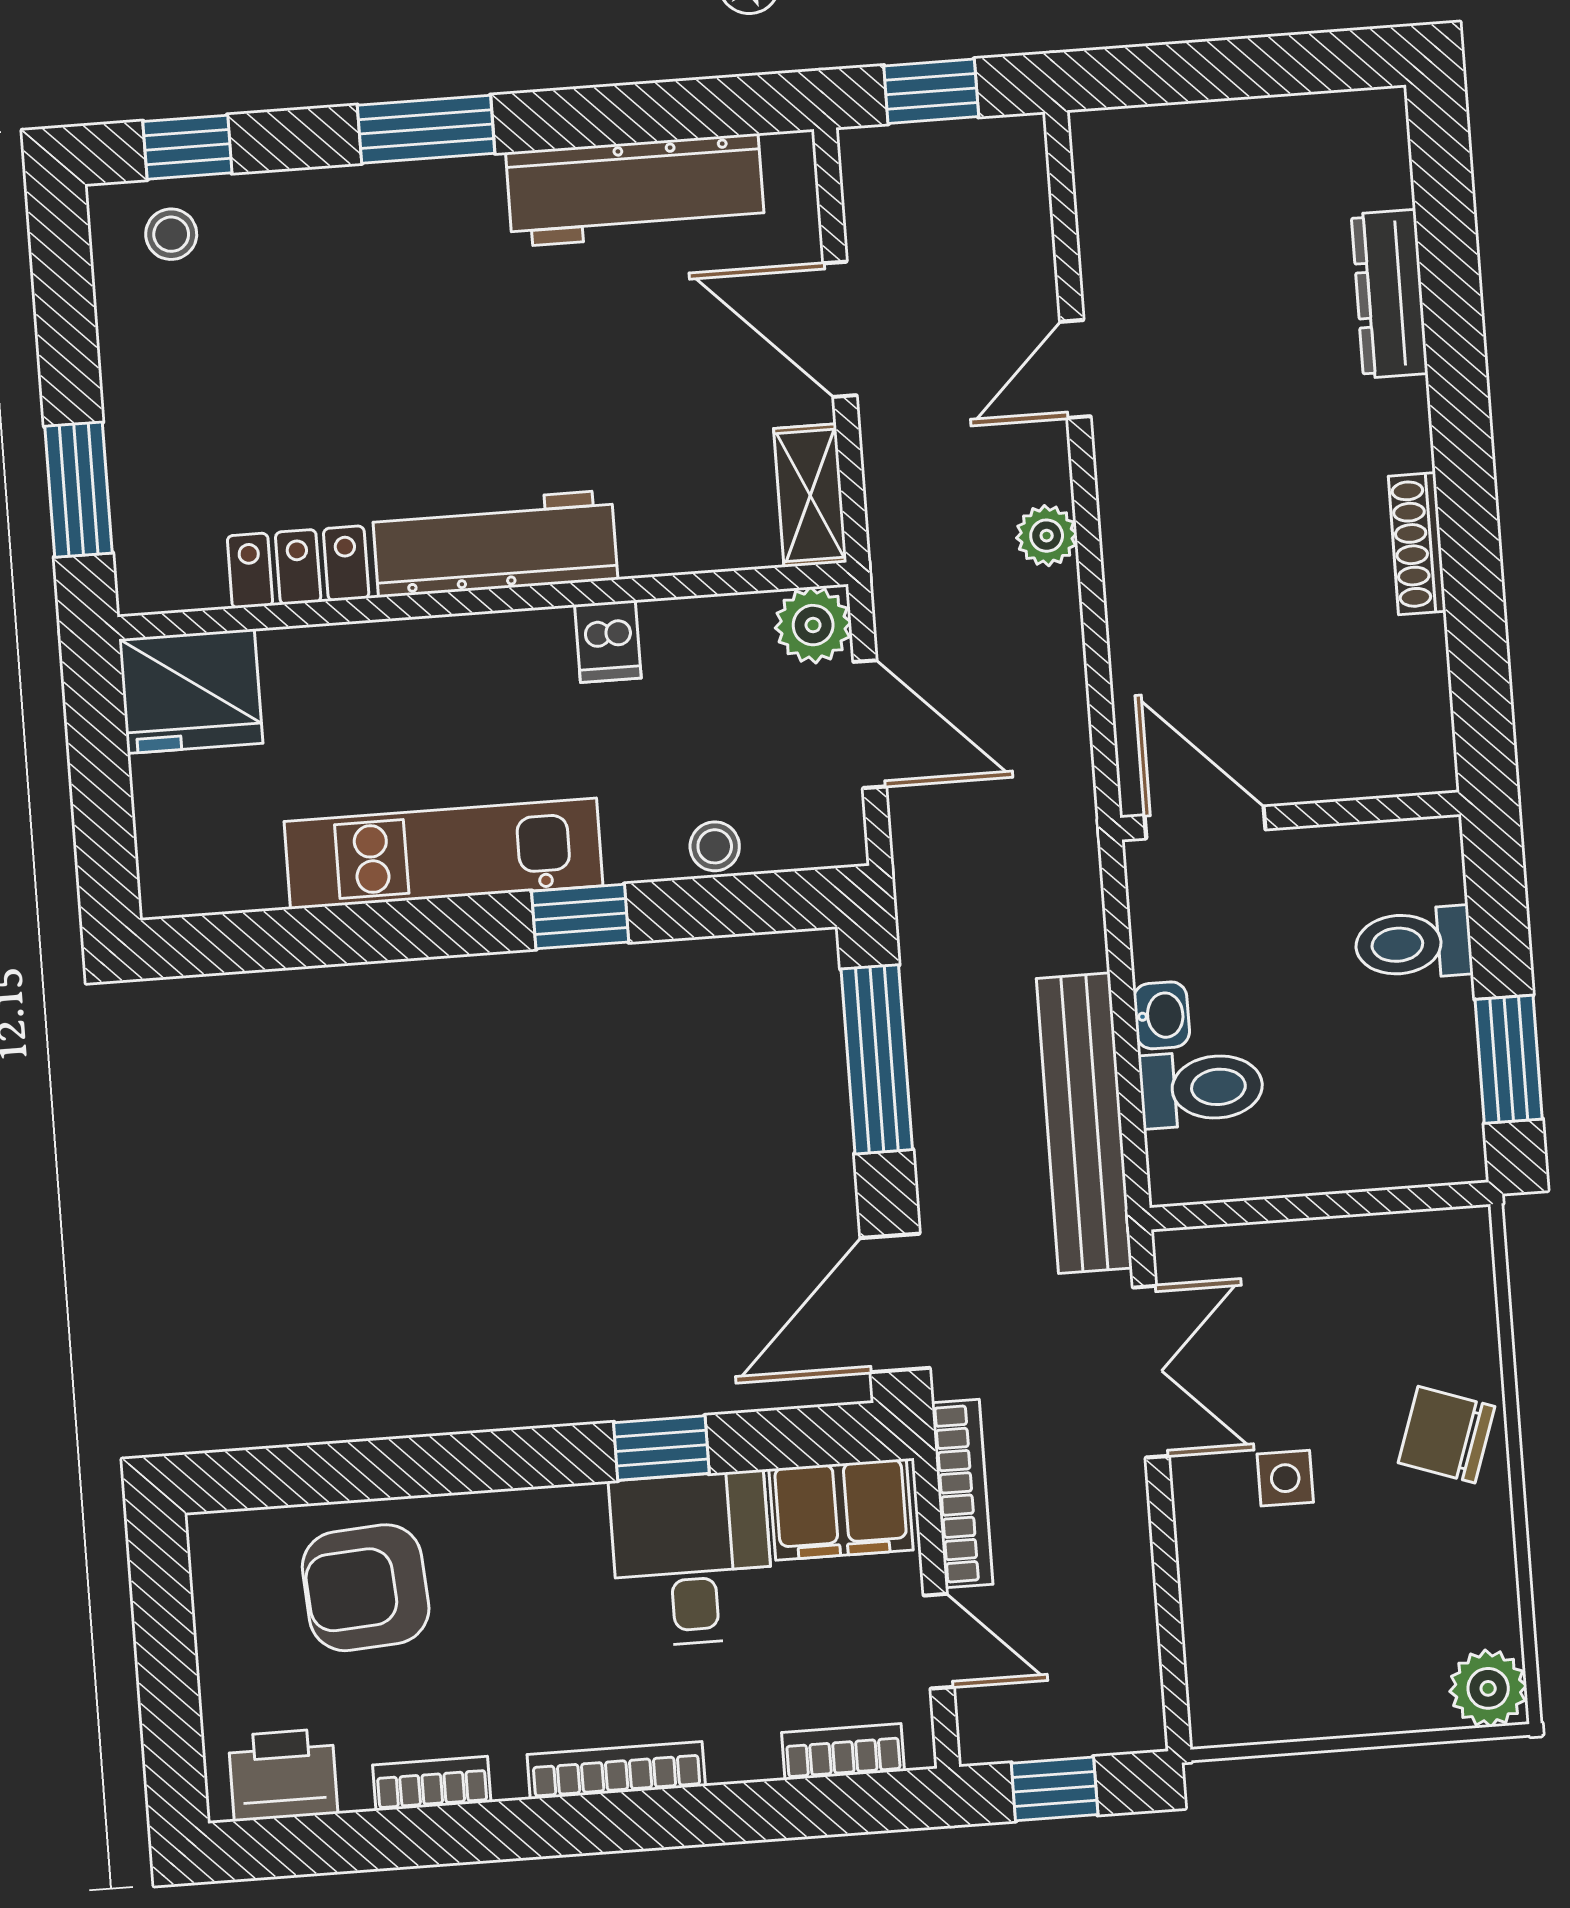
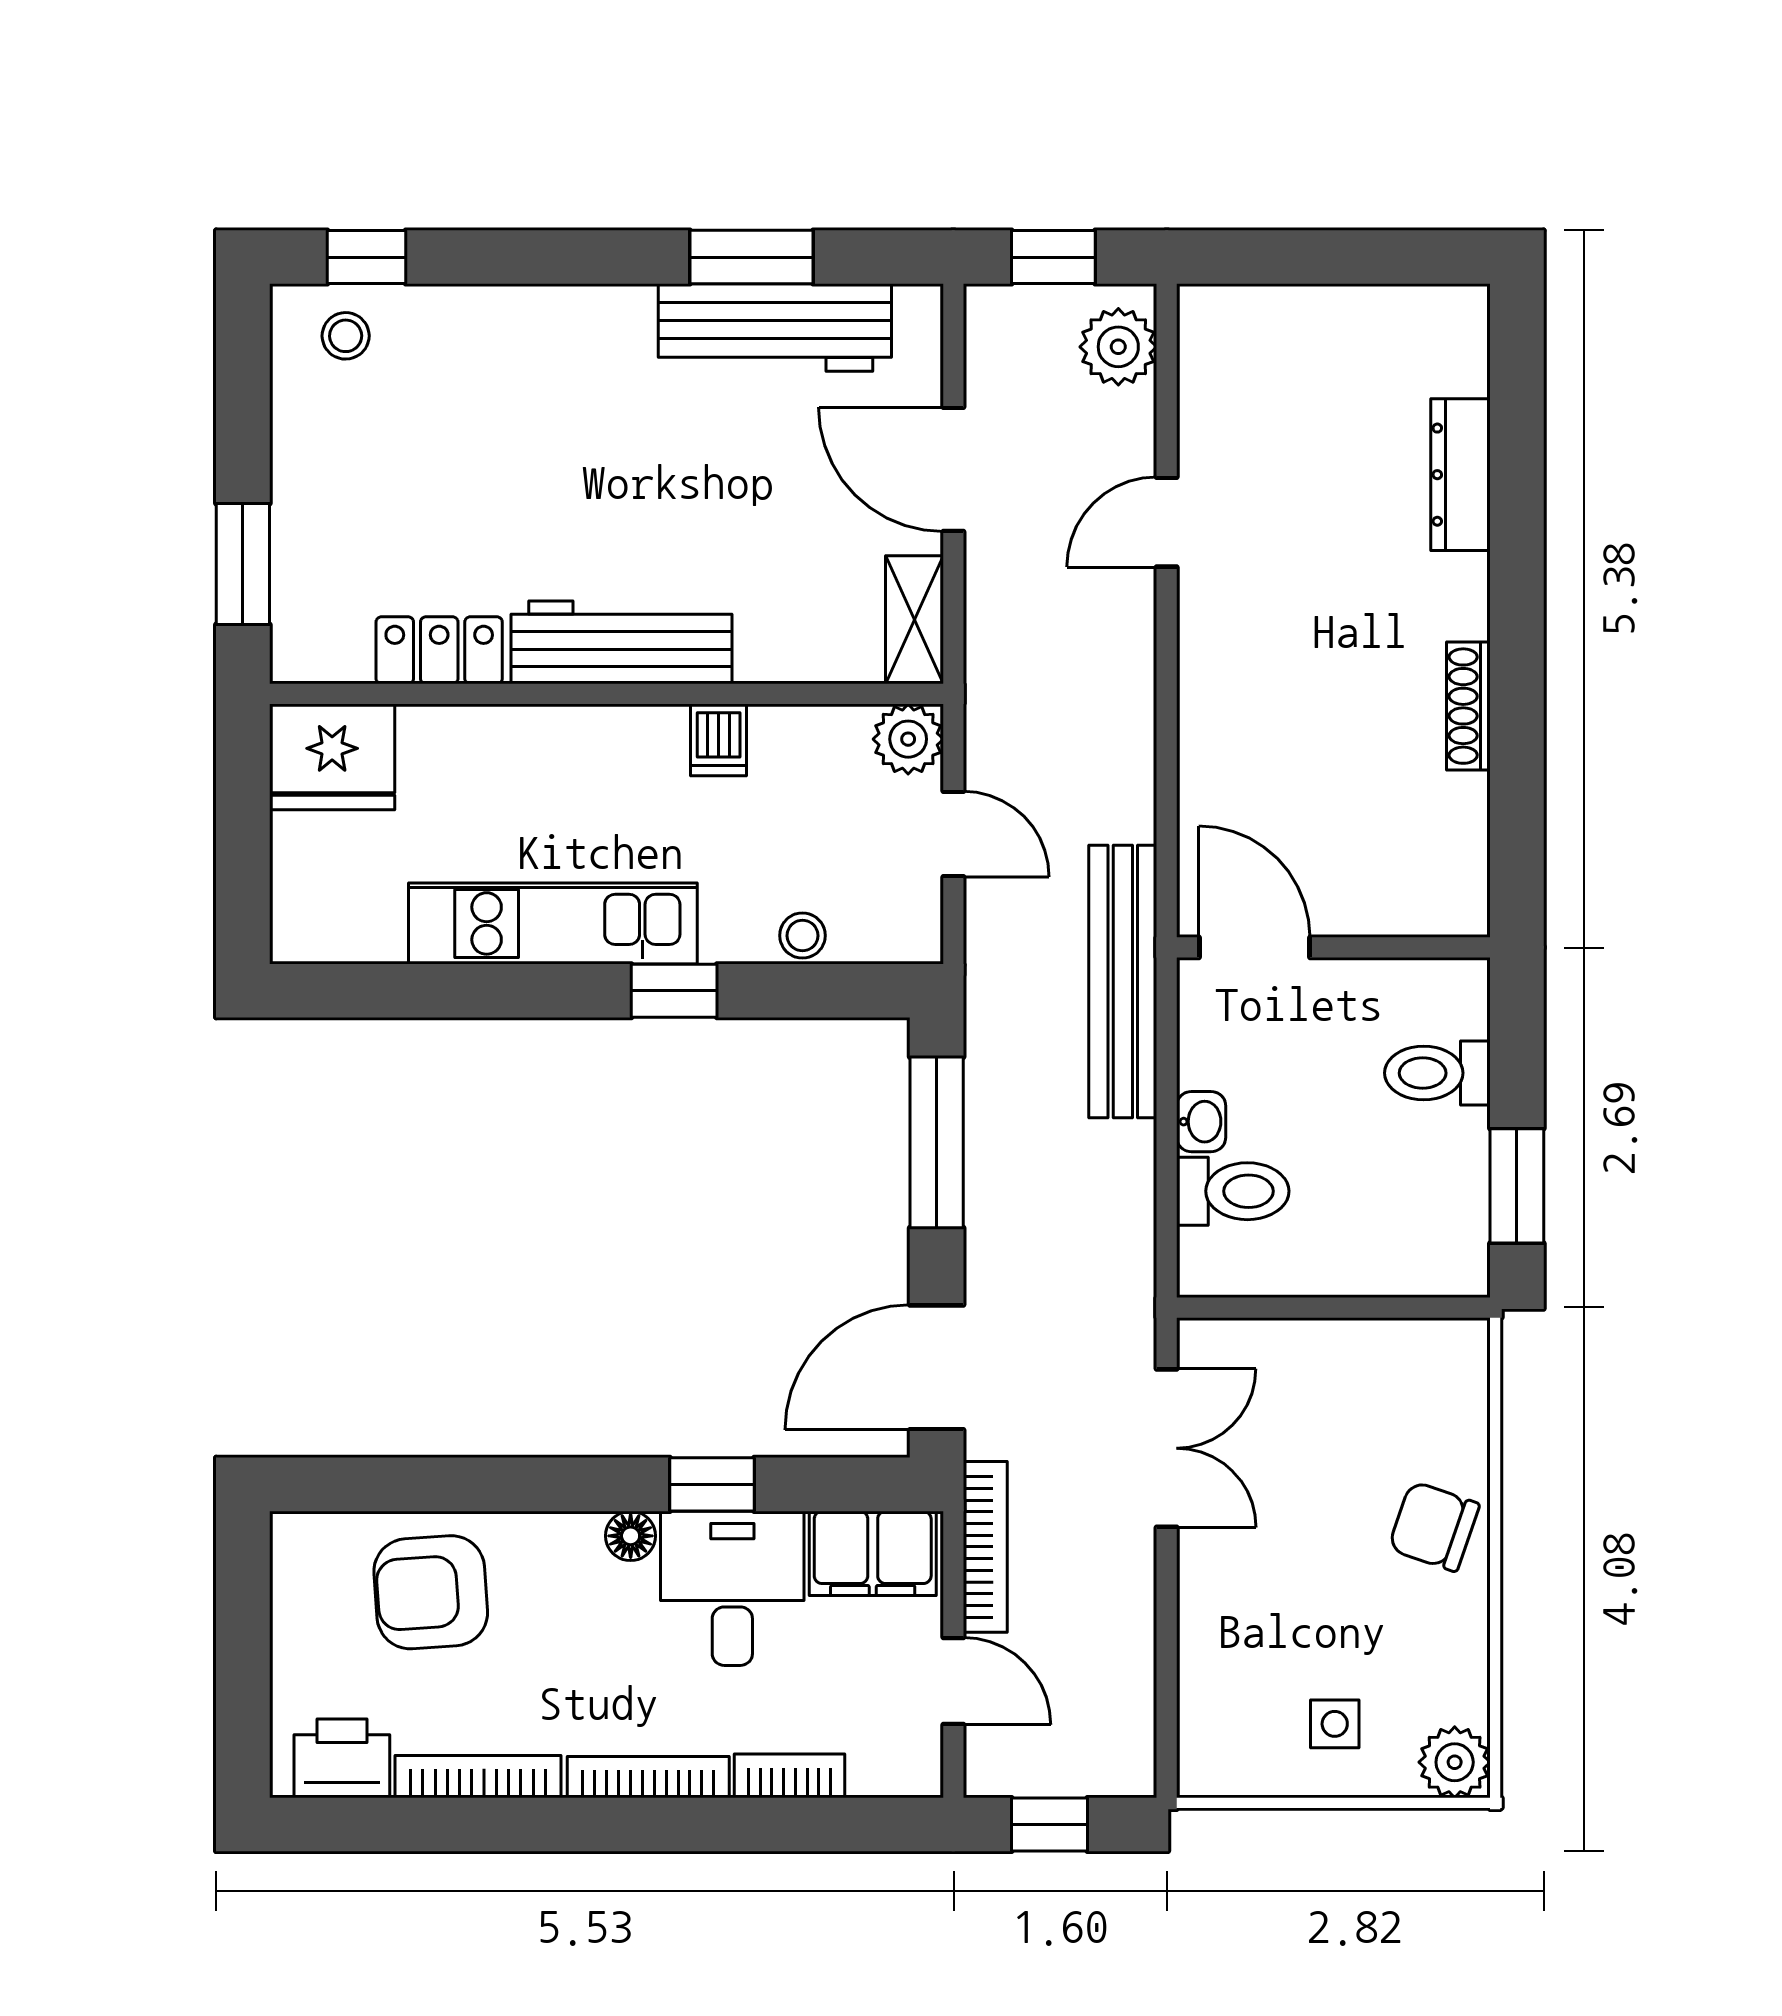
window: (426, 129) -> (752, 257), moved
plant: (1047, 536) -> (1118, 347), moved, width x1.38, depth x1.38
door: (870, 724) -> (953, 834), width x0.73
bench: (1084, 1123) -> (1123, 981), moved
side table: (1285, 1478) -> (1335, 1724), moved
floor lamp: (577, 1510) -> (631, 1536), added
bookcase: (843, 1752) -> (789, 1776), moved
bookcase: (432, 1784) -> (478, 1777), width x1.56

